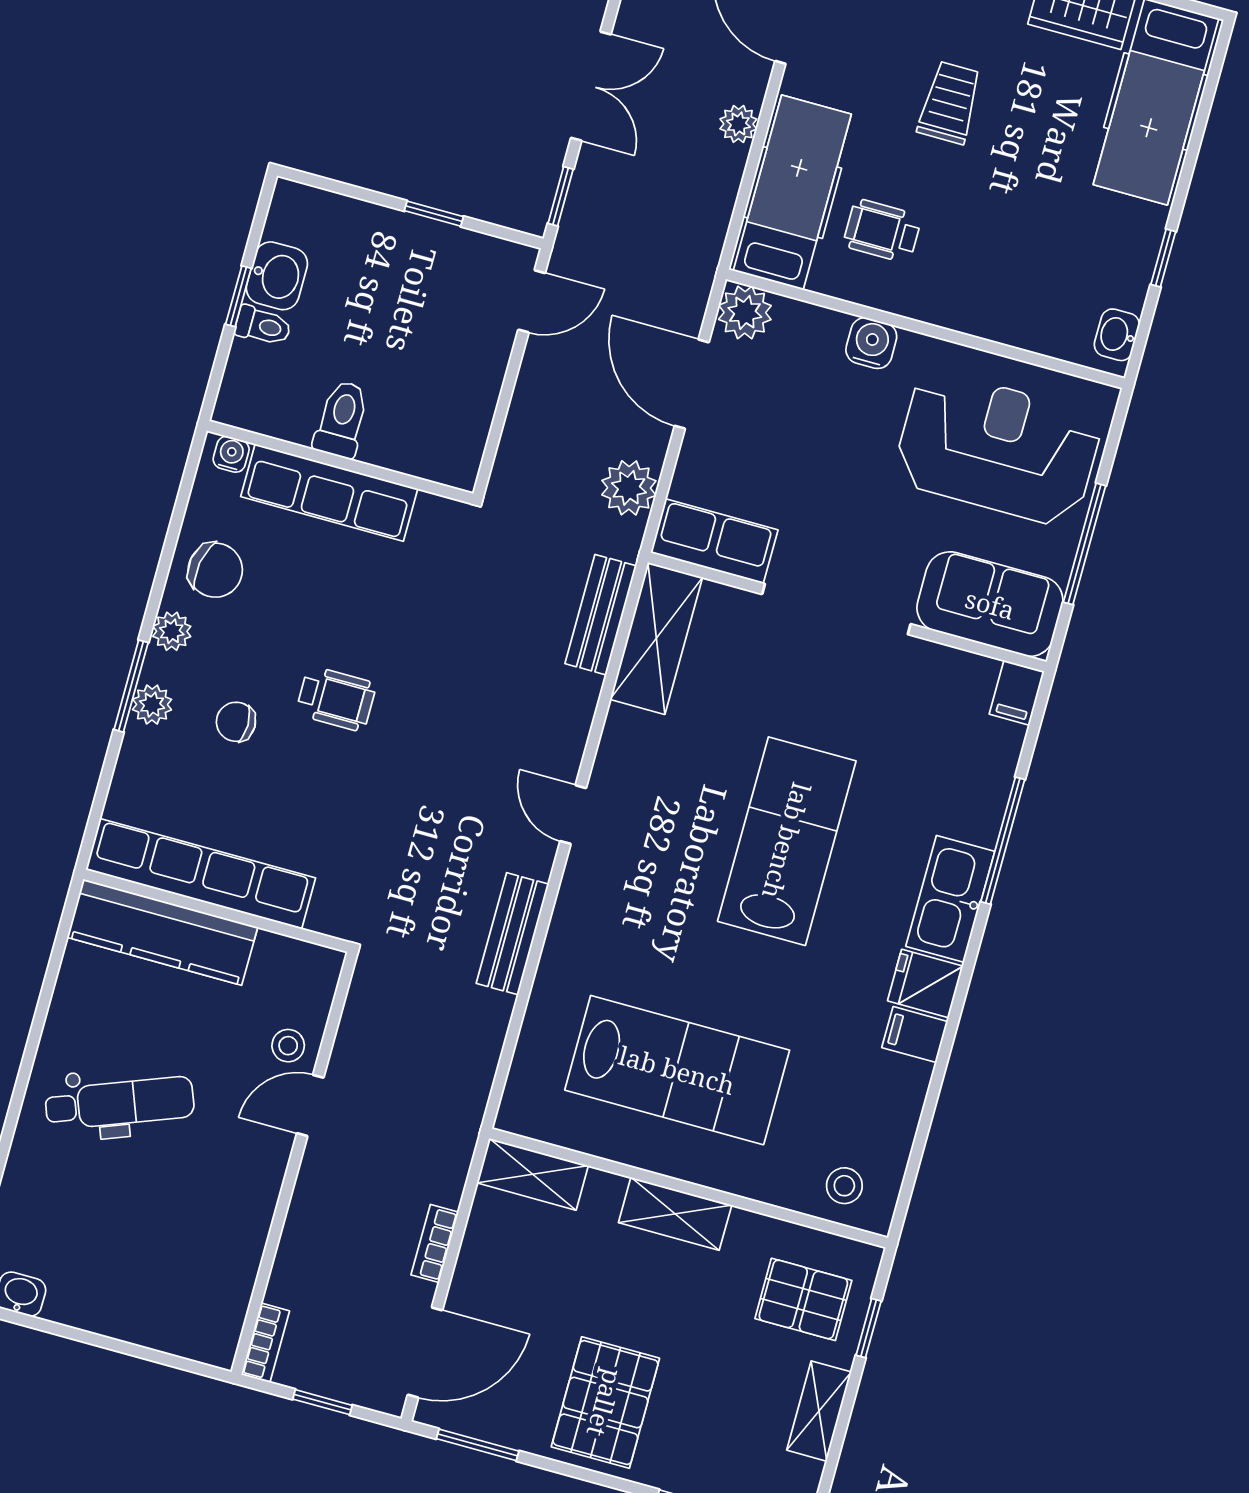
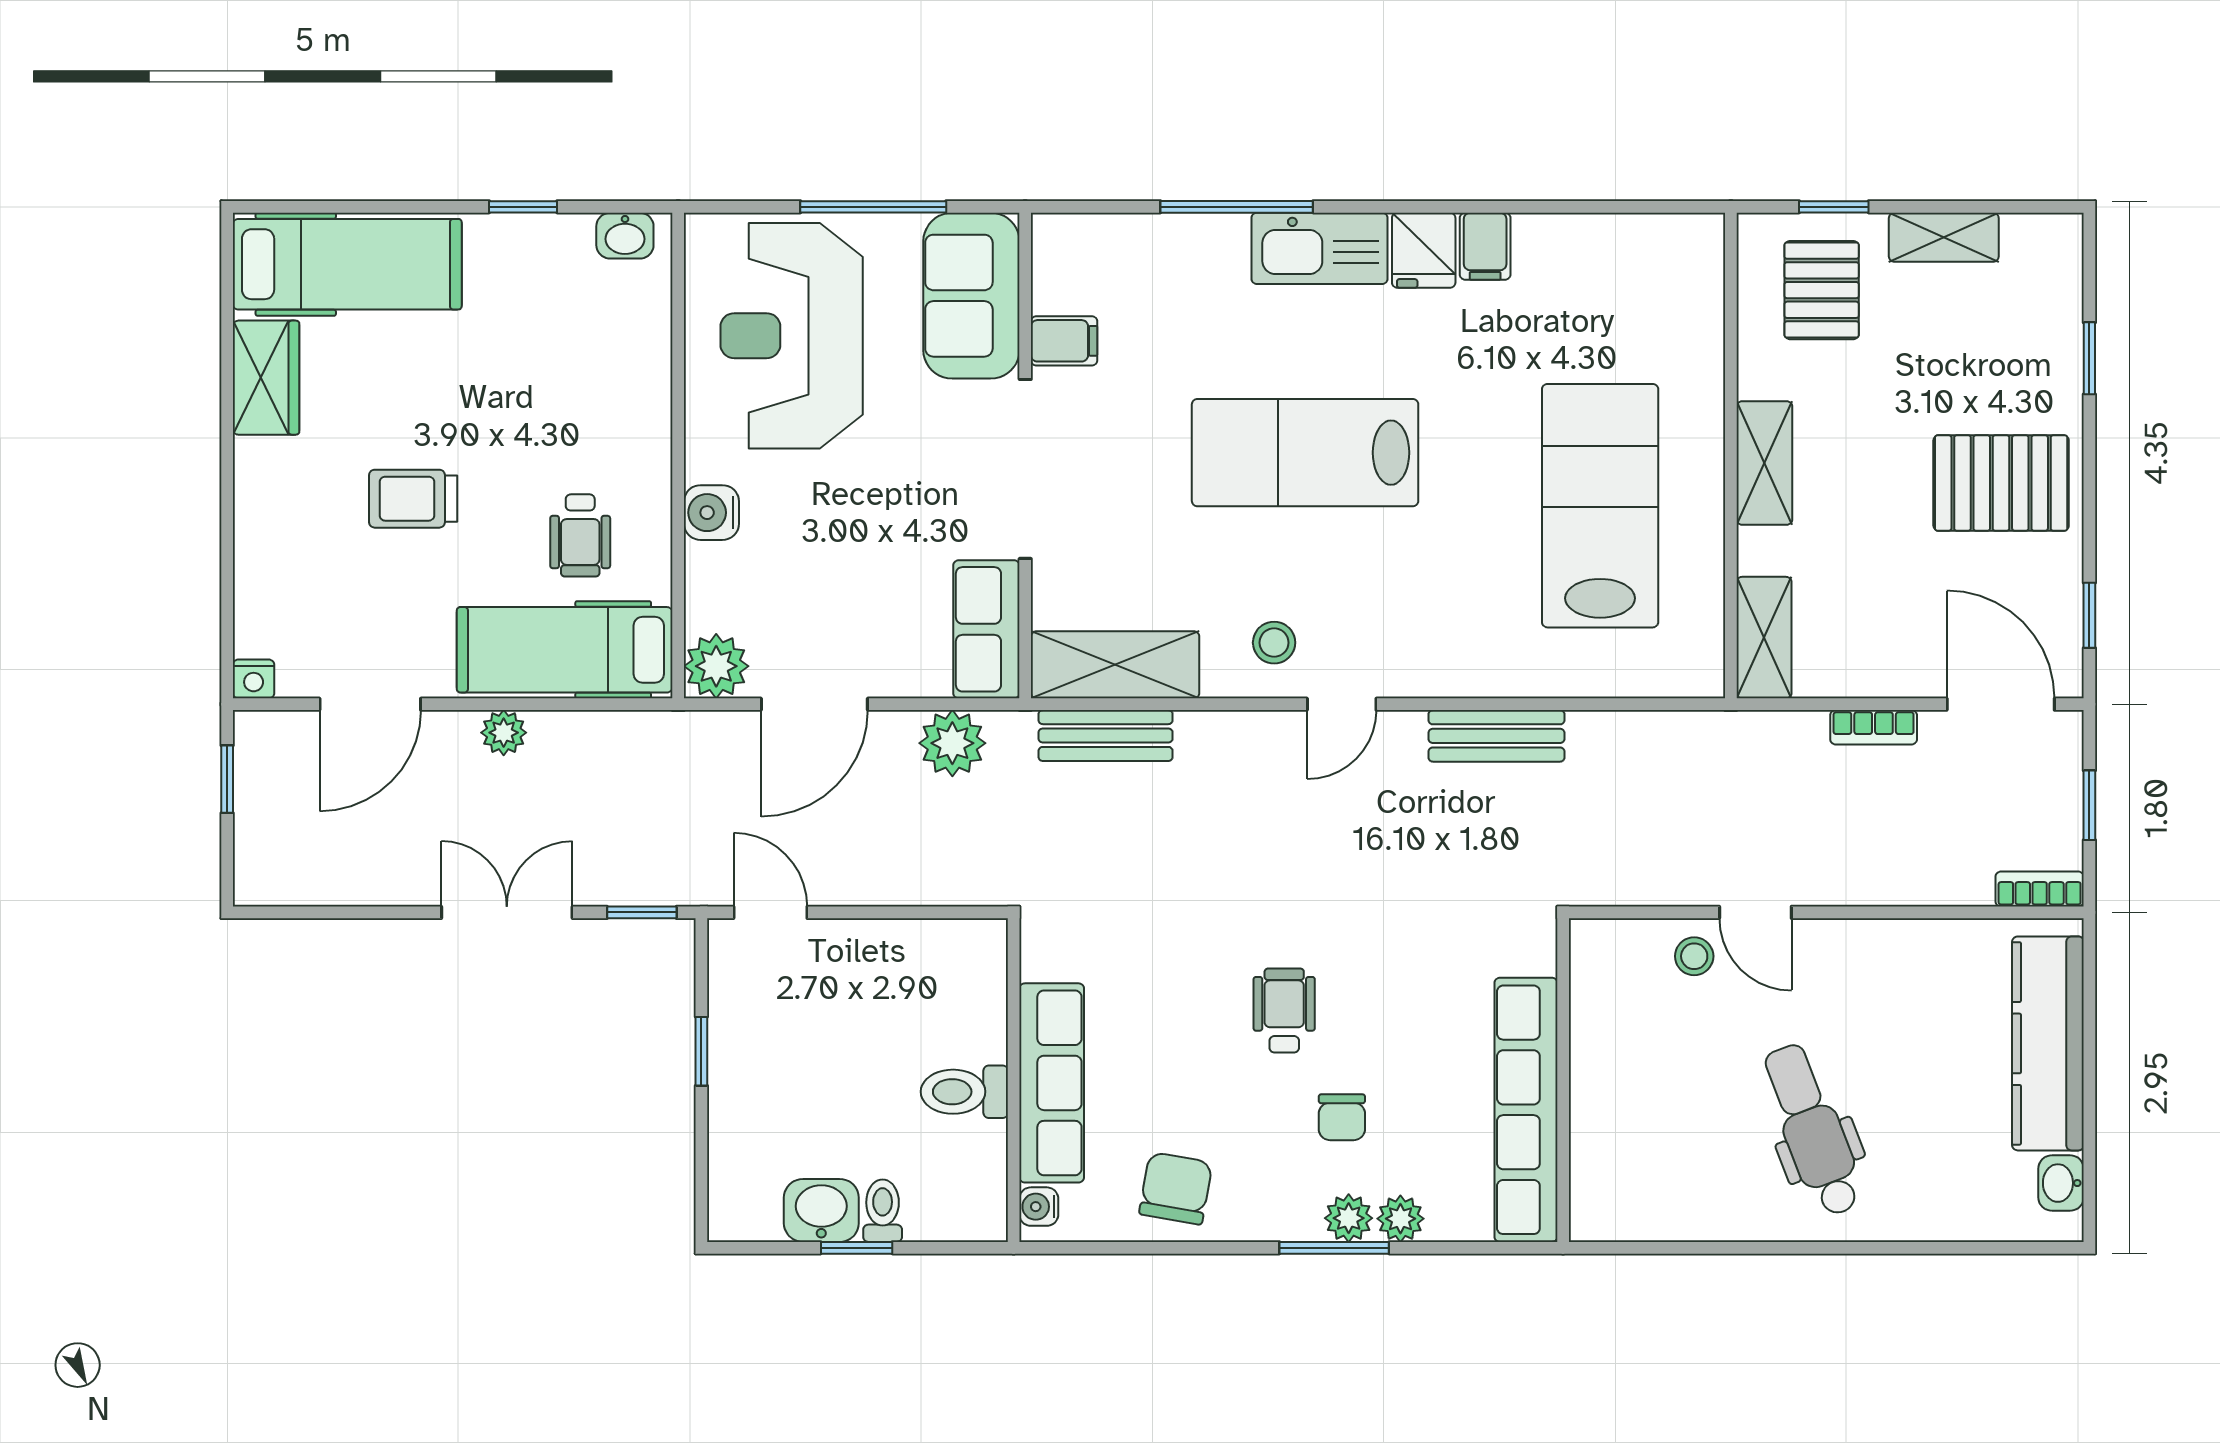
plant: (172, 631) -> (1400, 1219), moved
filing cabinet: (1017, 693) -> (1064, 341), moved
kitchen counter: (162, 932) -> (2048, 1043), moved, turned 180
stool: (844, 1186) -> (1274, 643), moved
window: (478, 1445) -> (2089, 615), width x0.67

